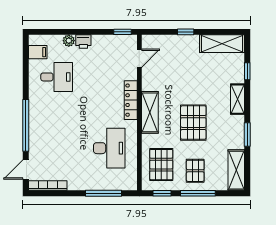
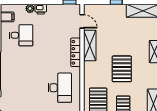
door: (139, 58) -> (82, 21), hinge flipped
shelving: (150, 112) -> (90, 45), moved

